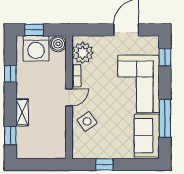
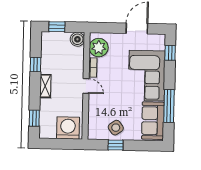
washing machine: (36, 48) -> (68, 128), moved, turned 180
door: (69, 97) -> (86, 86), hinge flipped
shelving: (22, 112) -> (45, 86), moved
side table: (87, 121) -> (116, 128), moved

